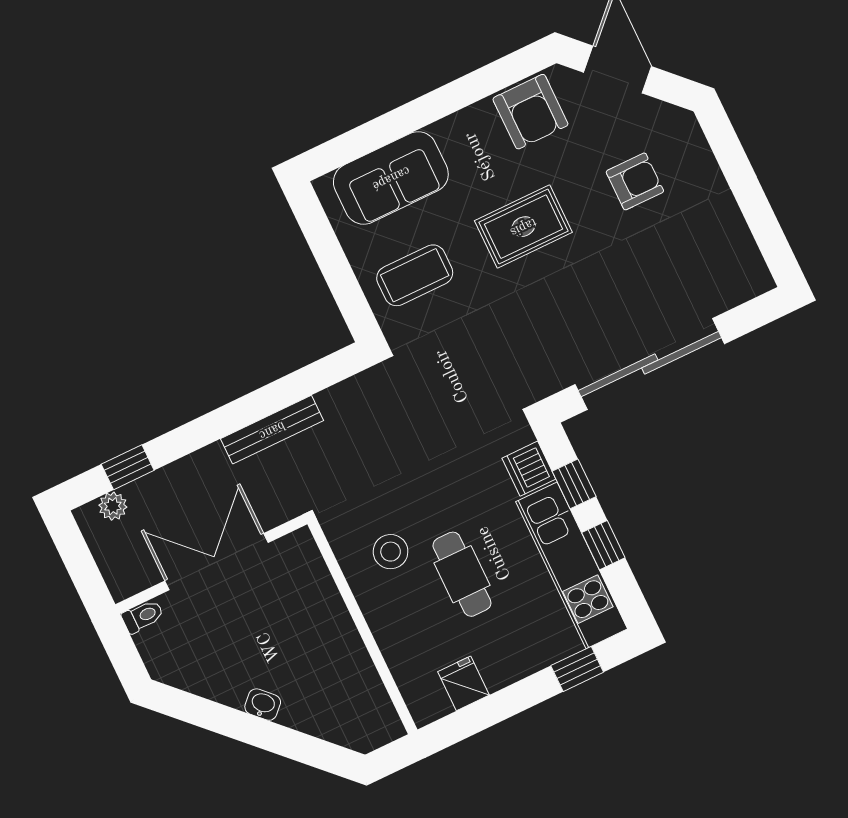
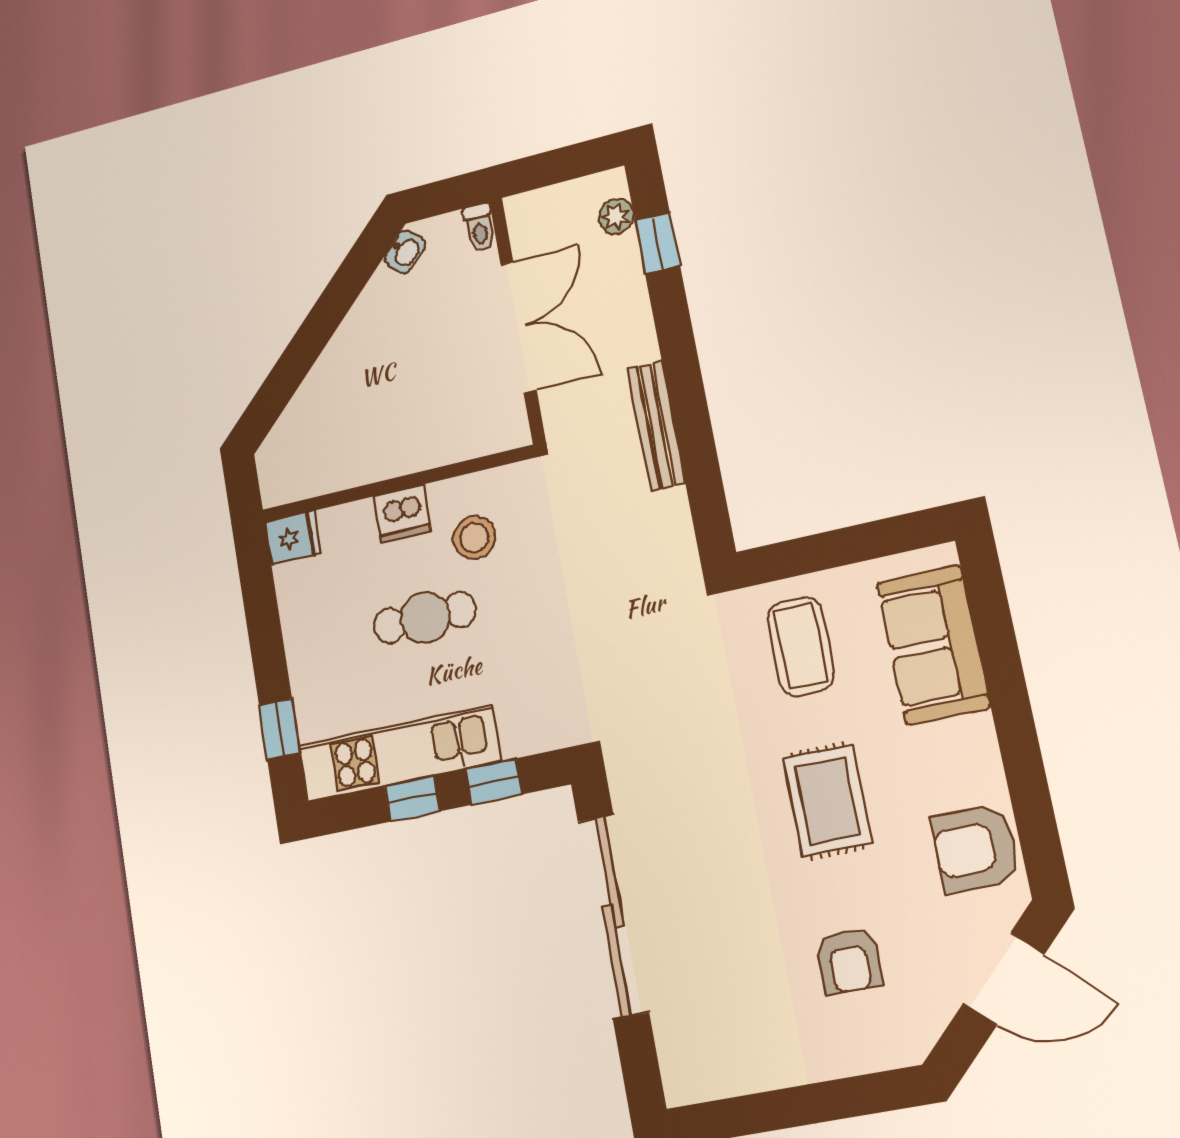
dishwasher: (529, 469) -> (402, 514), moved, turned 180
fridge: (463, 683) -> (293, 538), moved
washbasin: (263, 705) -> (405, 252), moved

